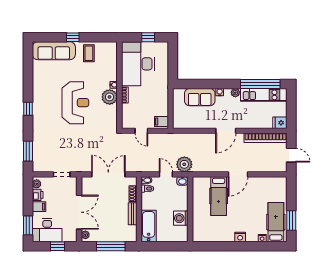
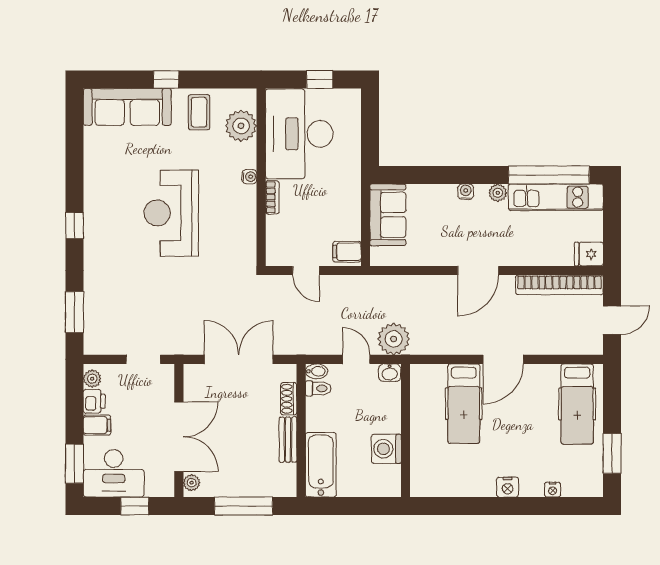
plant: (110, 97) -> (241, 126), moved
sofa: (200, 97) -> (388, 215), moved, turned -90
reception desk: (75, 103) -> (171, 213), turned 180
door: (291, 155) -> (612, 320), hinge flipped
hospital bed: (276, 222) -> (577, 404), moved, turned 180

